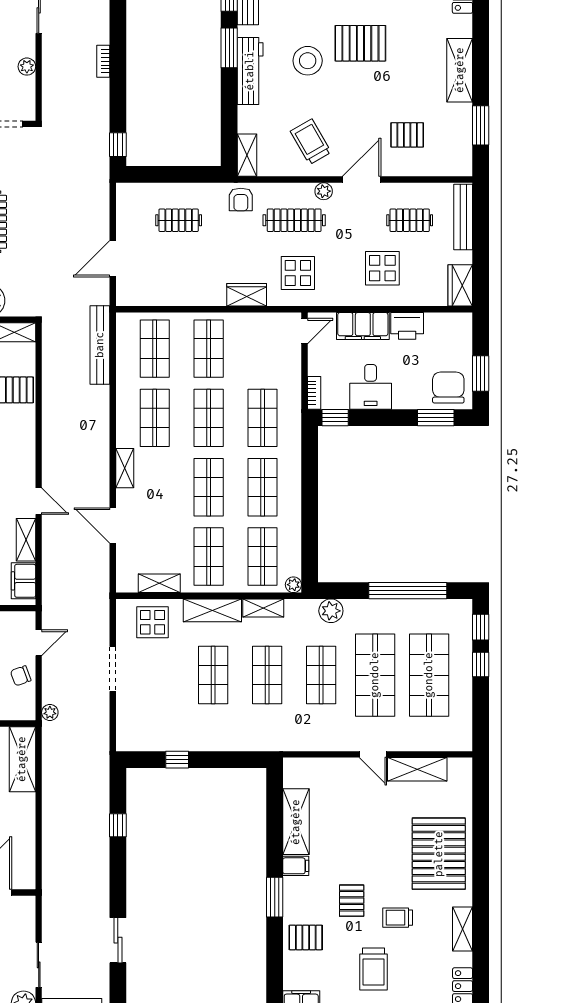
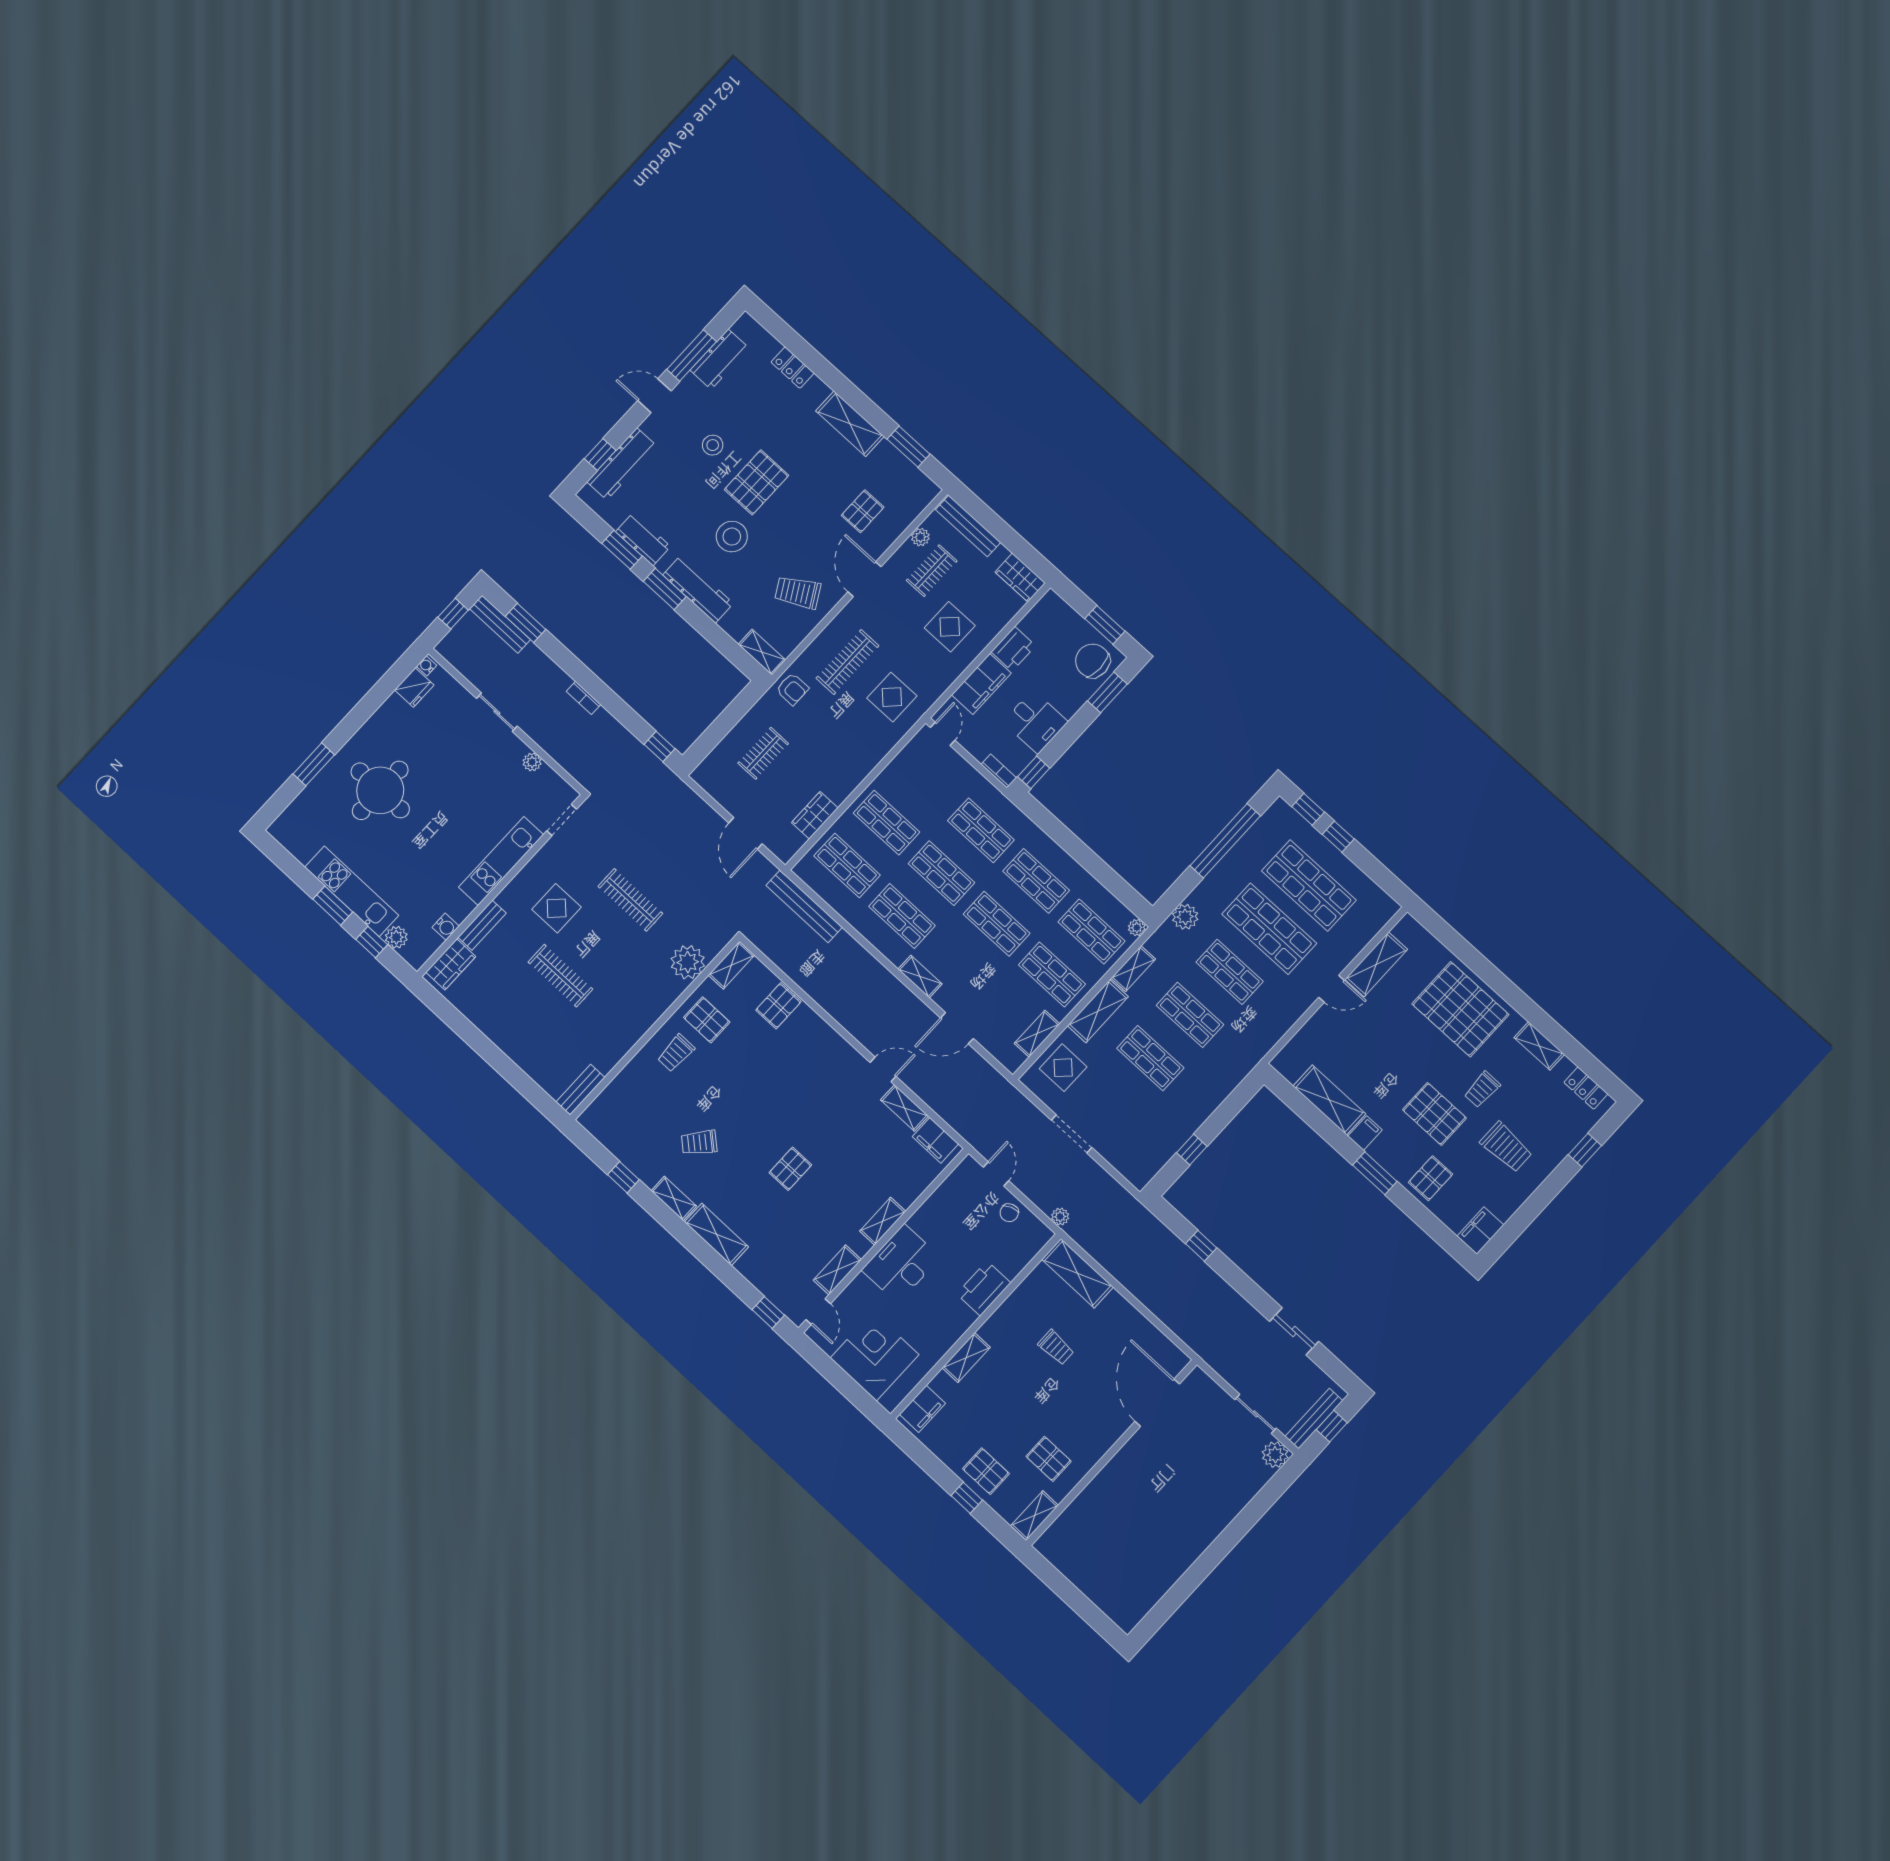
plant: (324, 191) -> (920, 537), moved
wardrobe: (247, 295) -> (815, 815), moved
pallet: (352, 901) -> (1434, 1114), width x1.50, depth x1.42

